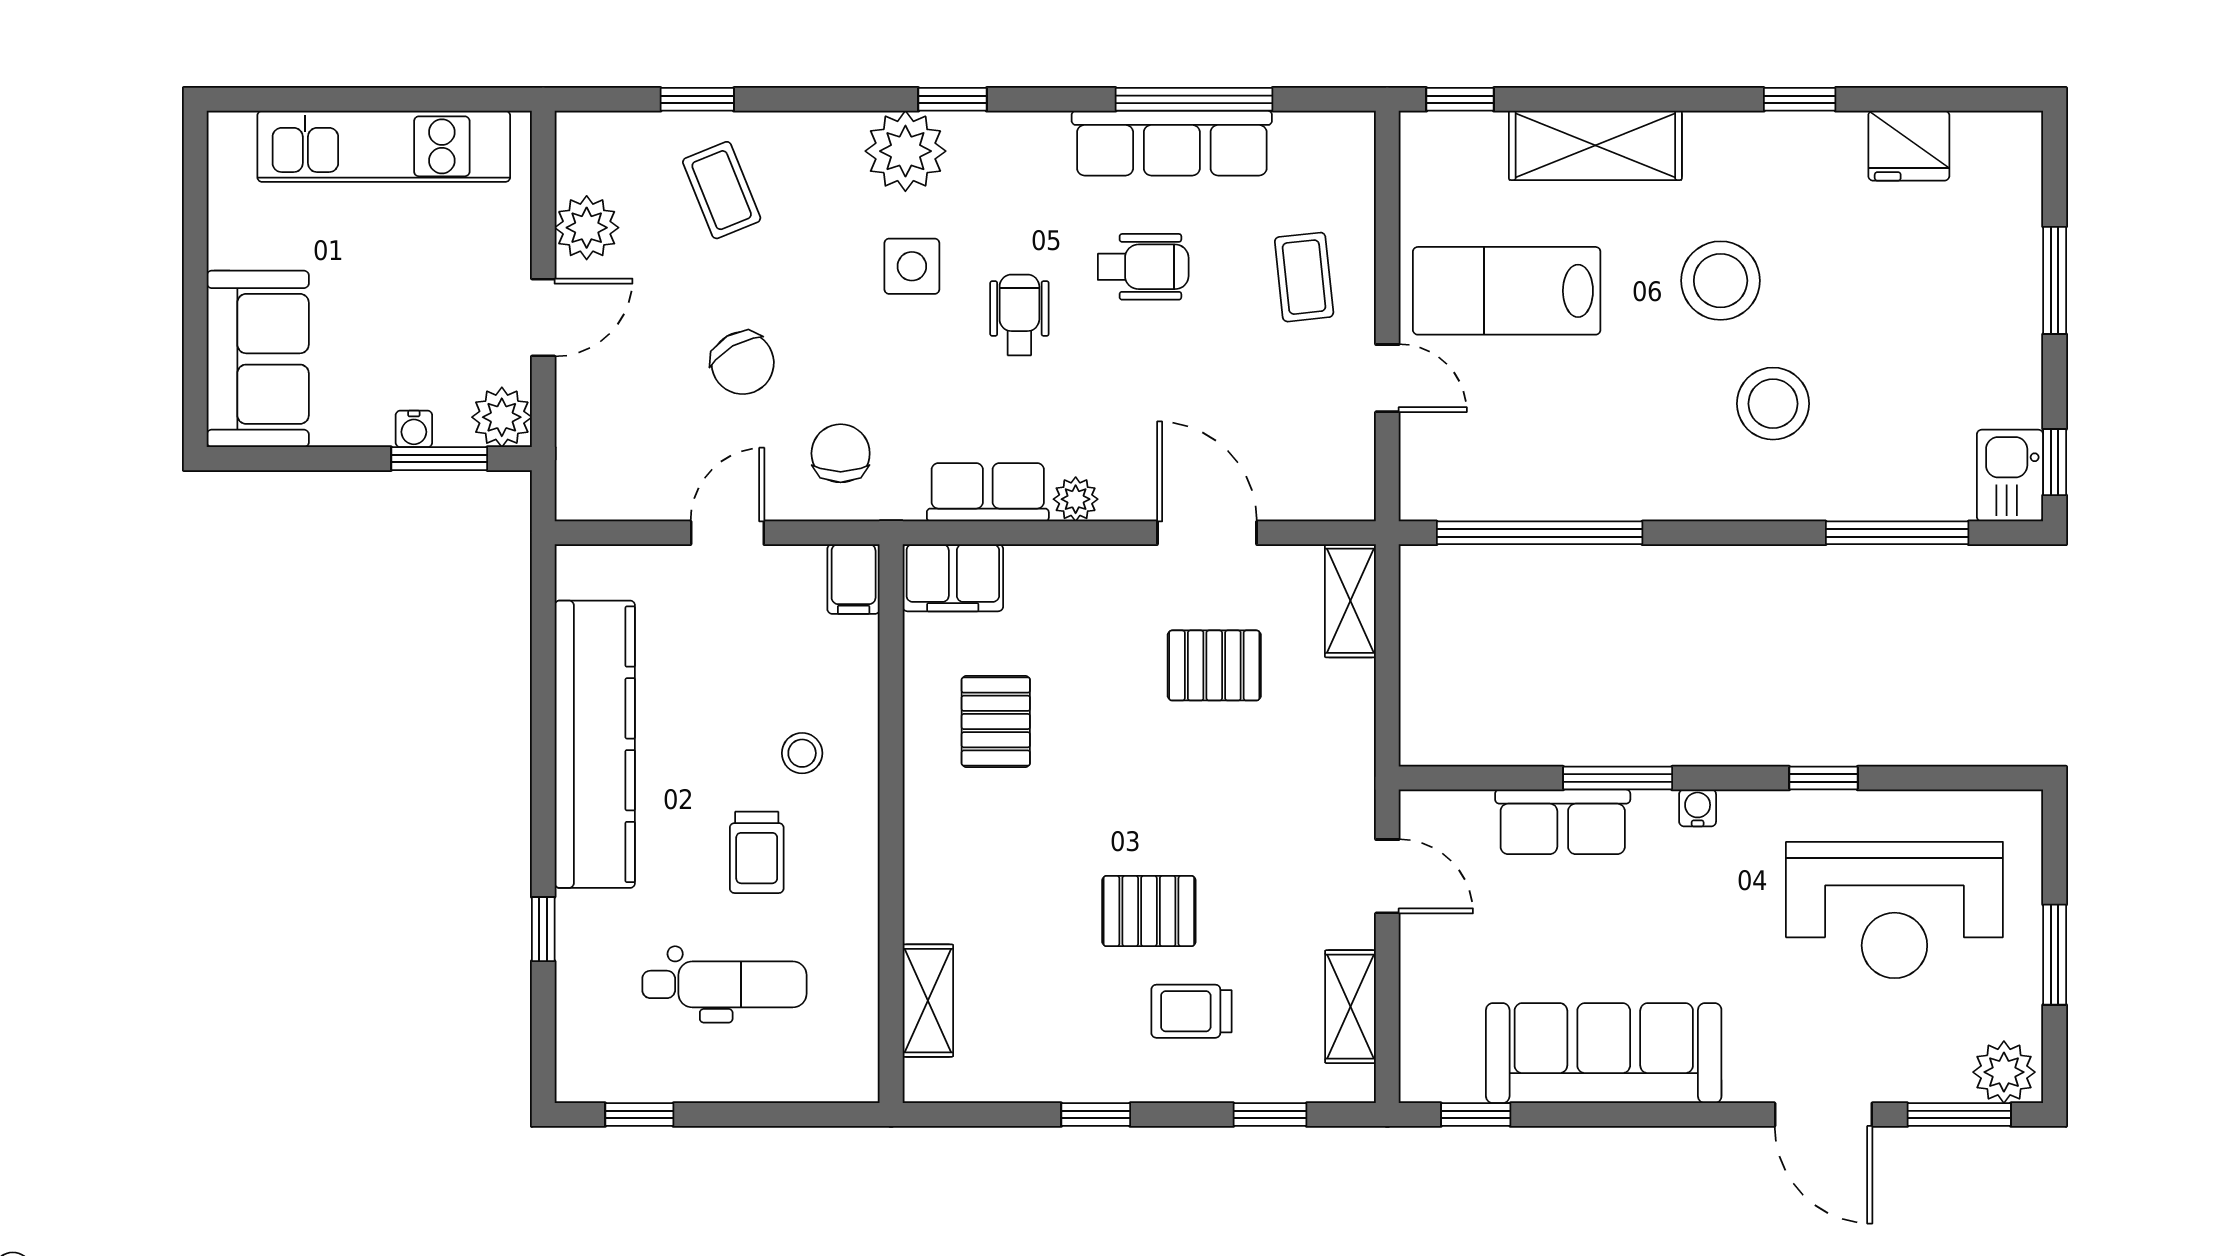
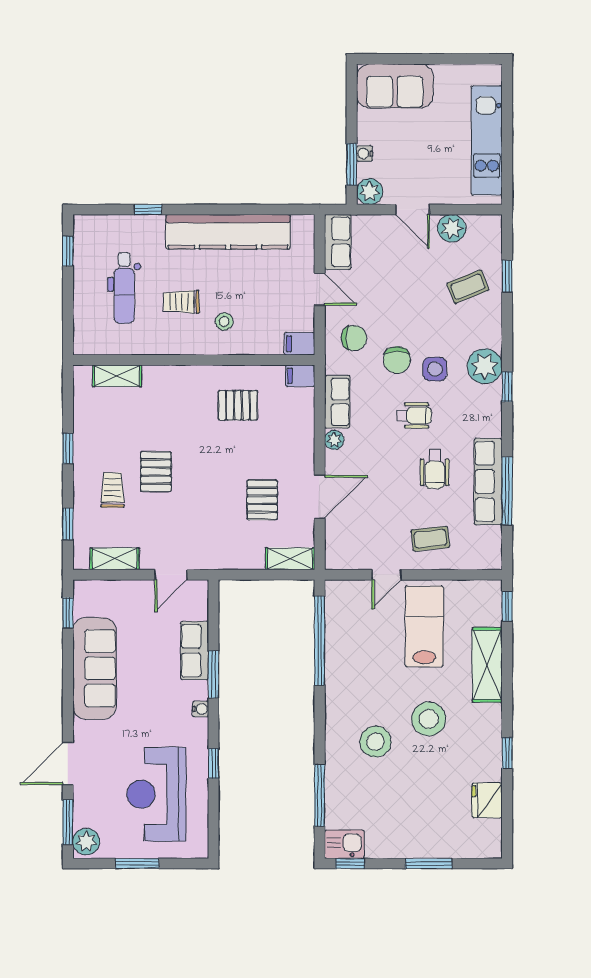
chair: (743, 363) -> (397, 360), moved, turned -60
row of seats: (618, 491) -> (338, 242), added
filing cabinet: (953, 578) -> (300, 376), width x0.50

